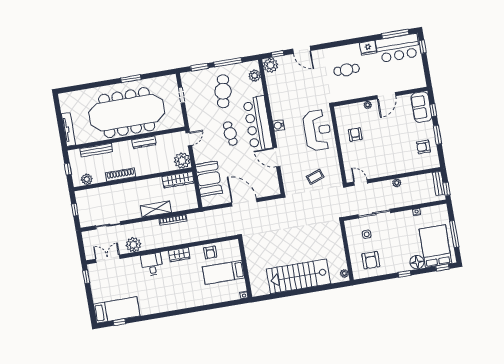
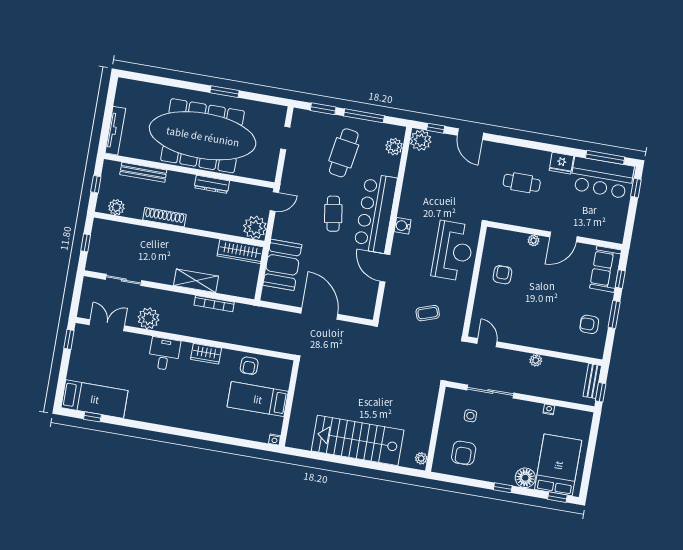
window: (454, 234) -> (589, 457), removed

